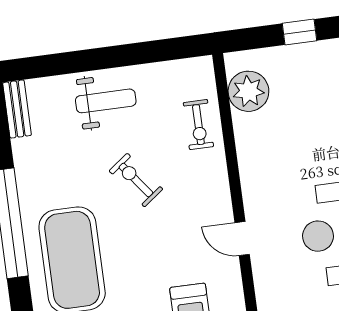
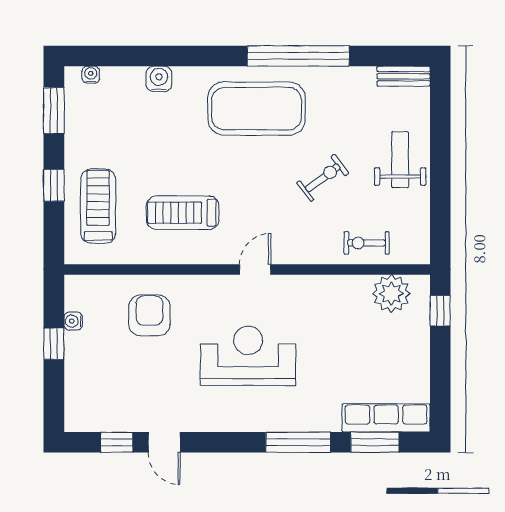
window: (299, 32) -> (440, 311), moved
weight bench: (106, 101) -> (400, 160), turned 180

